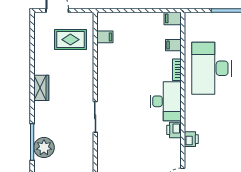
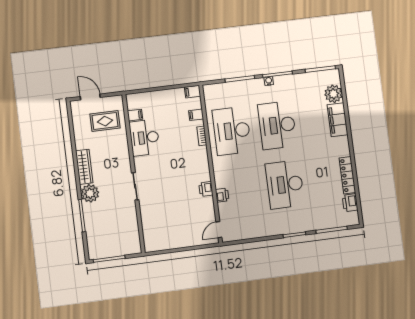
wardrobe: (41, 88) -> (84, 167), width x1.50
desk: (166, 101) -> (144, 138), moved, turned 180
plant: (44, 148) -> (90, 193), moved

